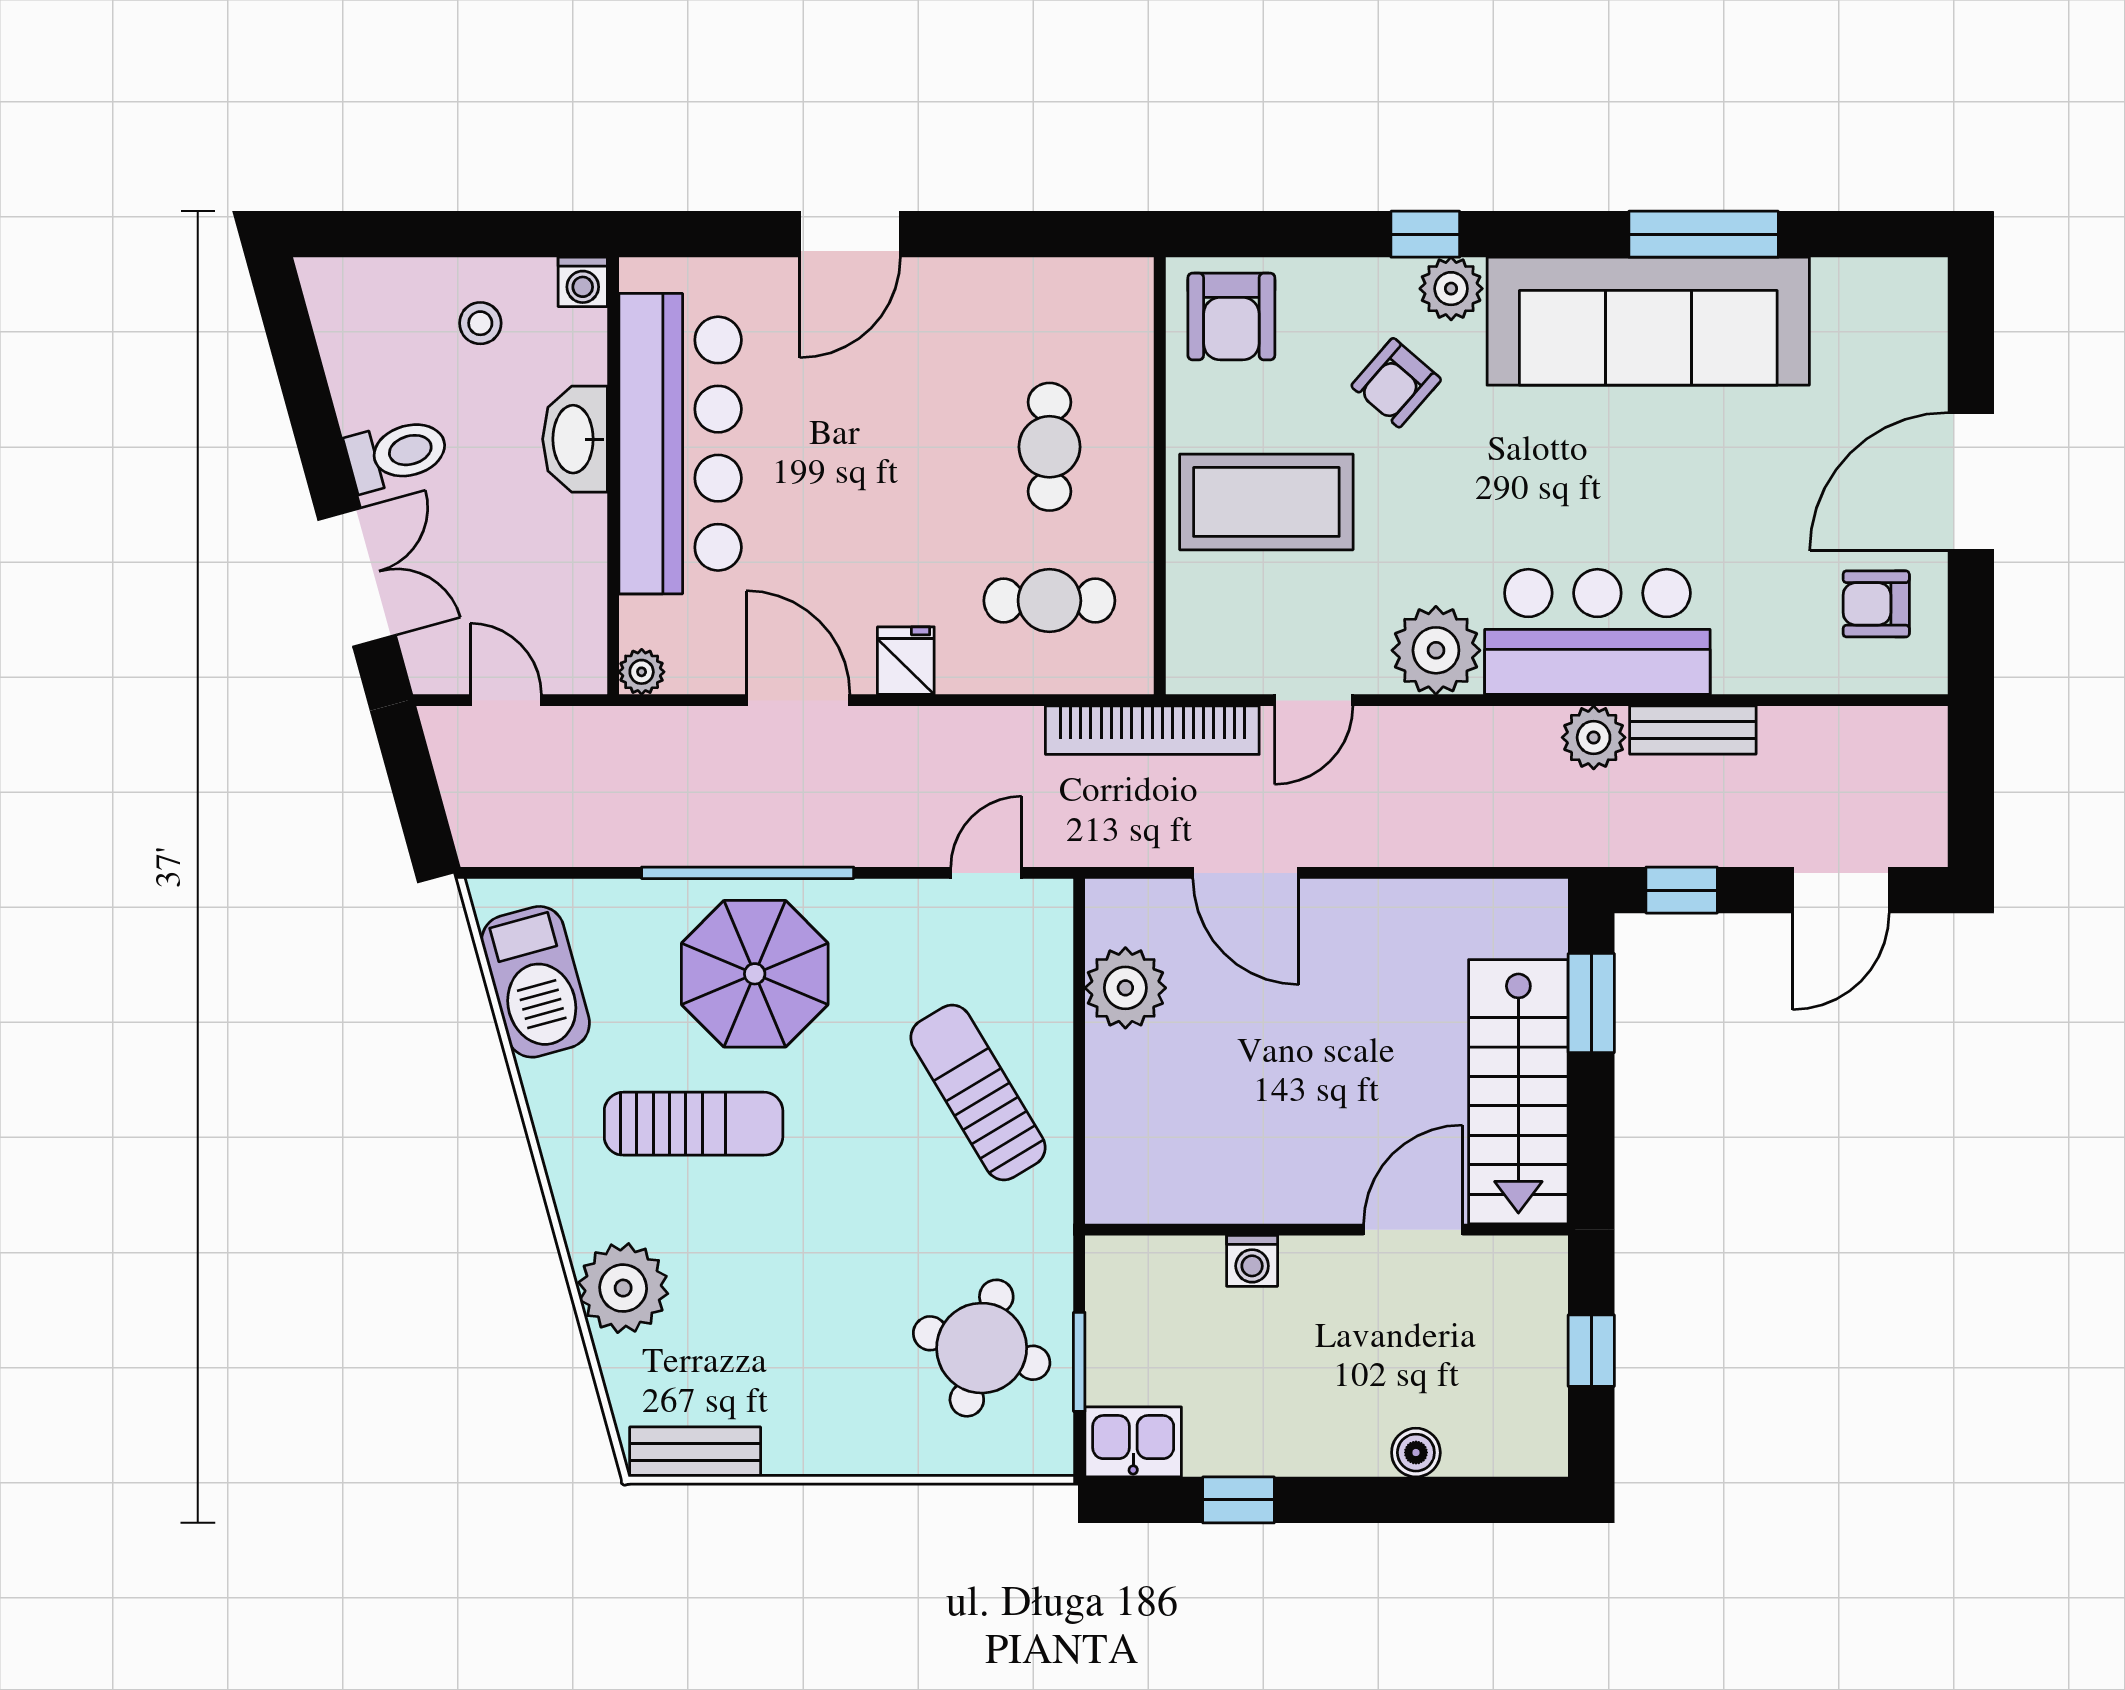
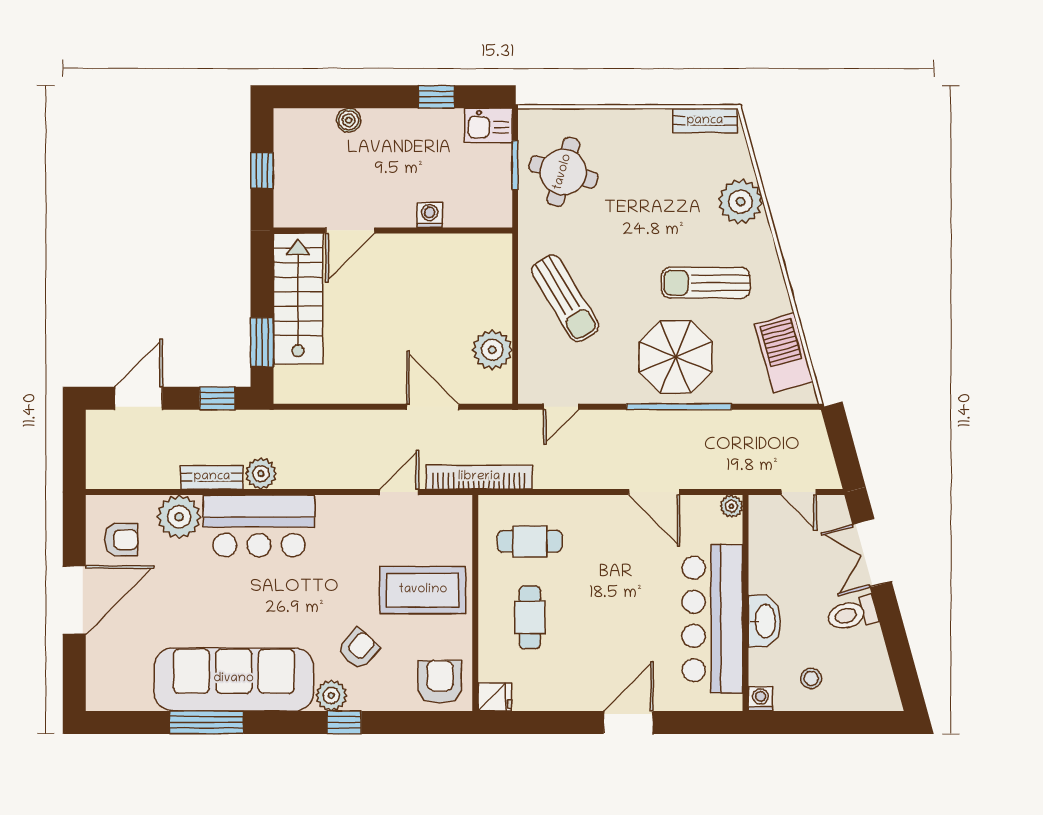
plant: (1436, 650) -> (179, 517), moved
fridge: (906, 661) -> (495, 697), moved, turned -90

